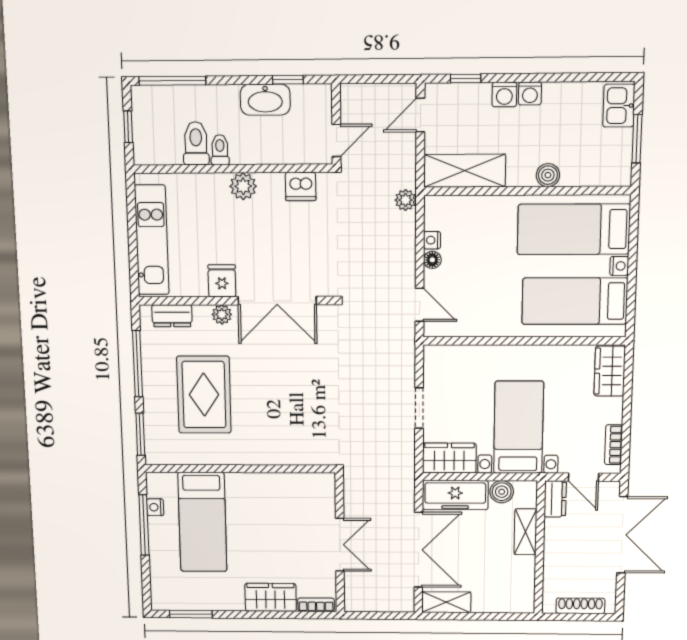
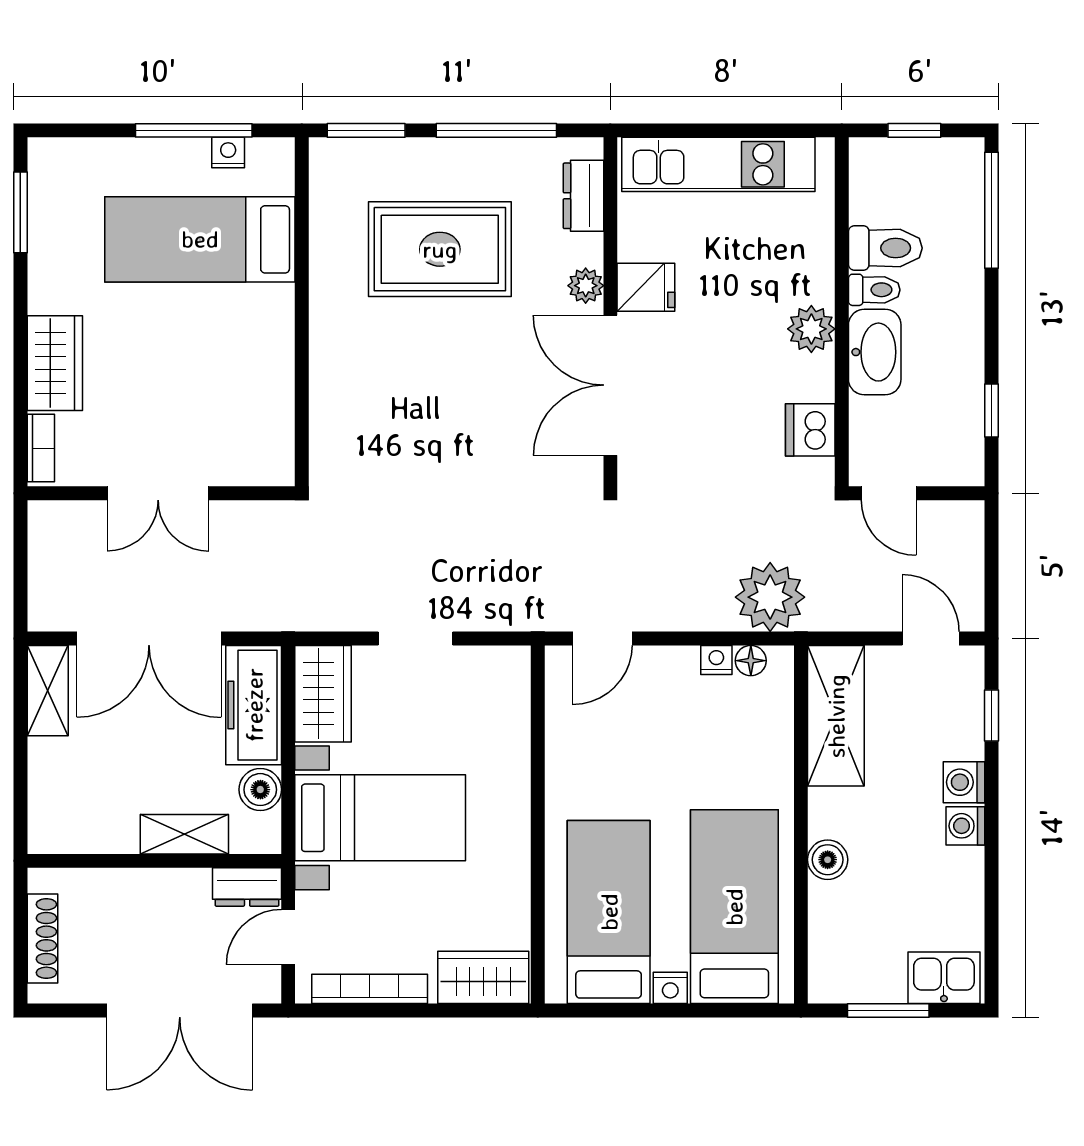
washbasin: (265, 100) -> (875, 352), moved, turned 180
plant: (406, 200) -> (770, 597), width x1.88, depth x1.88
floor lamp: (432, 260) -> (751, 661), moved
bookcase: (613, 445) -> (370, 989), width x1.56

